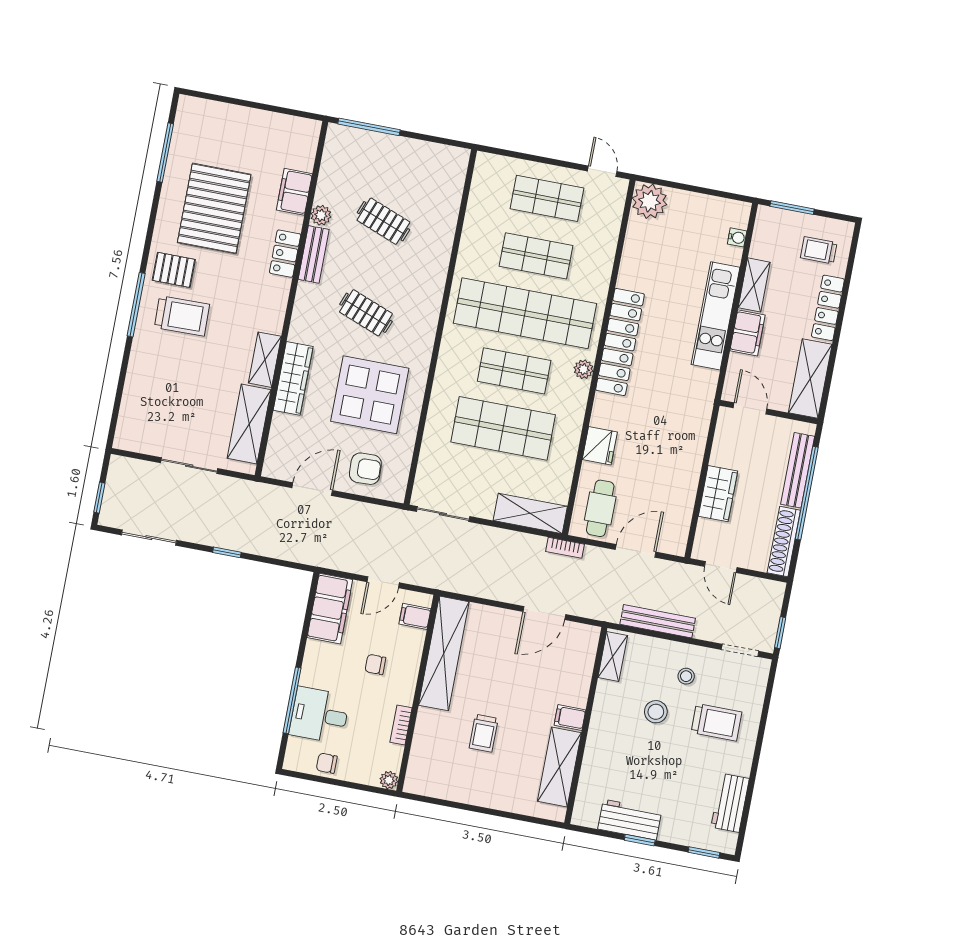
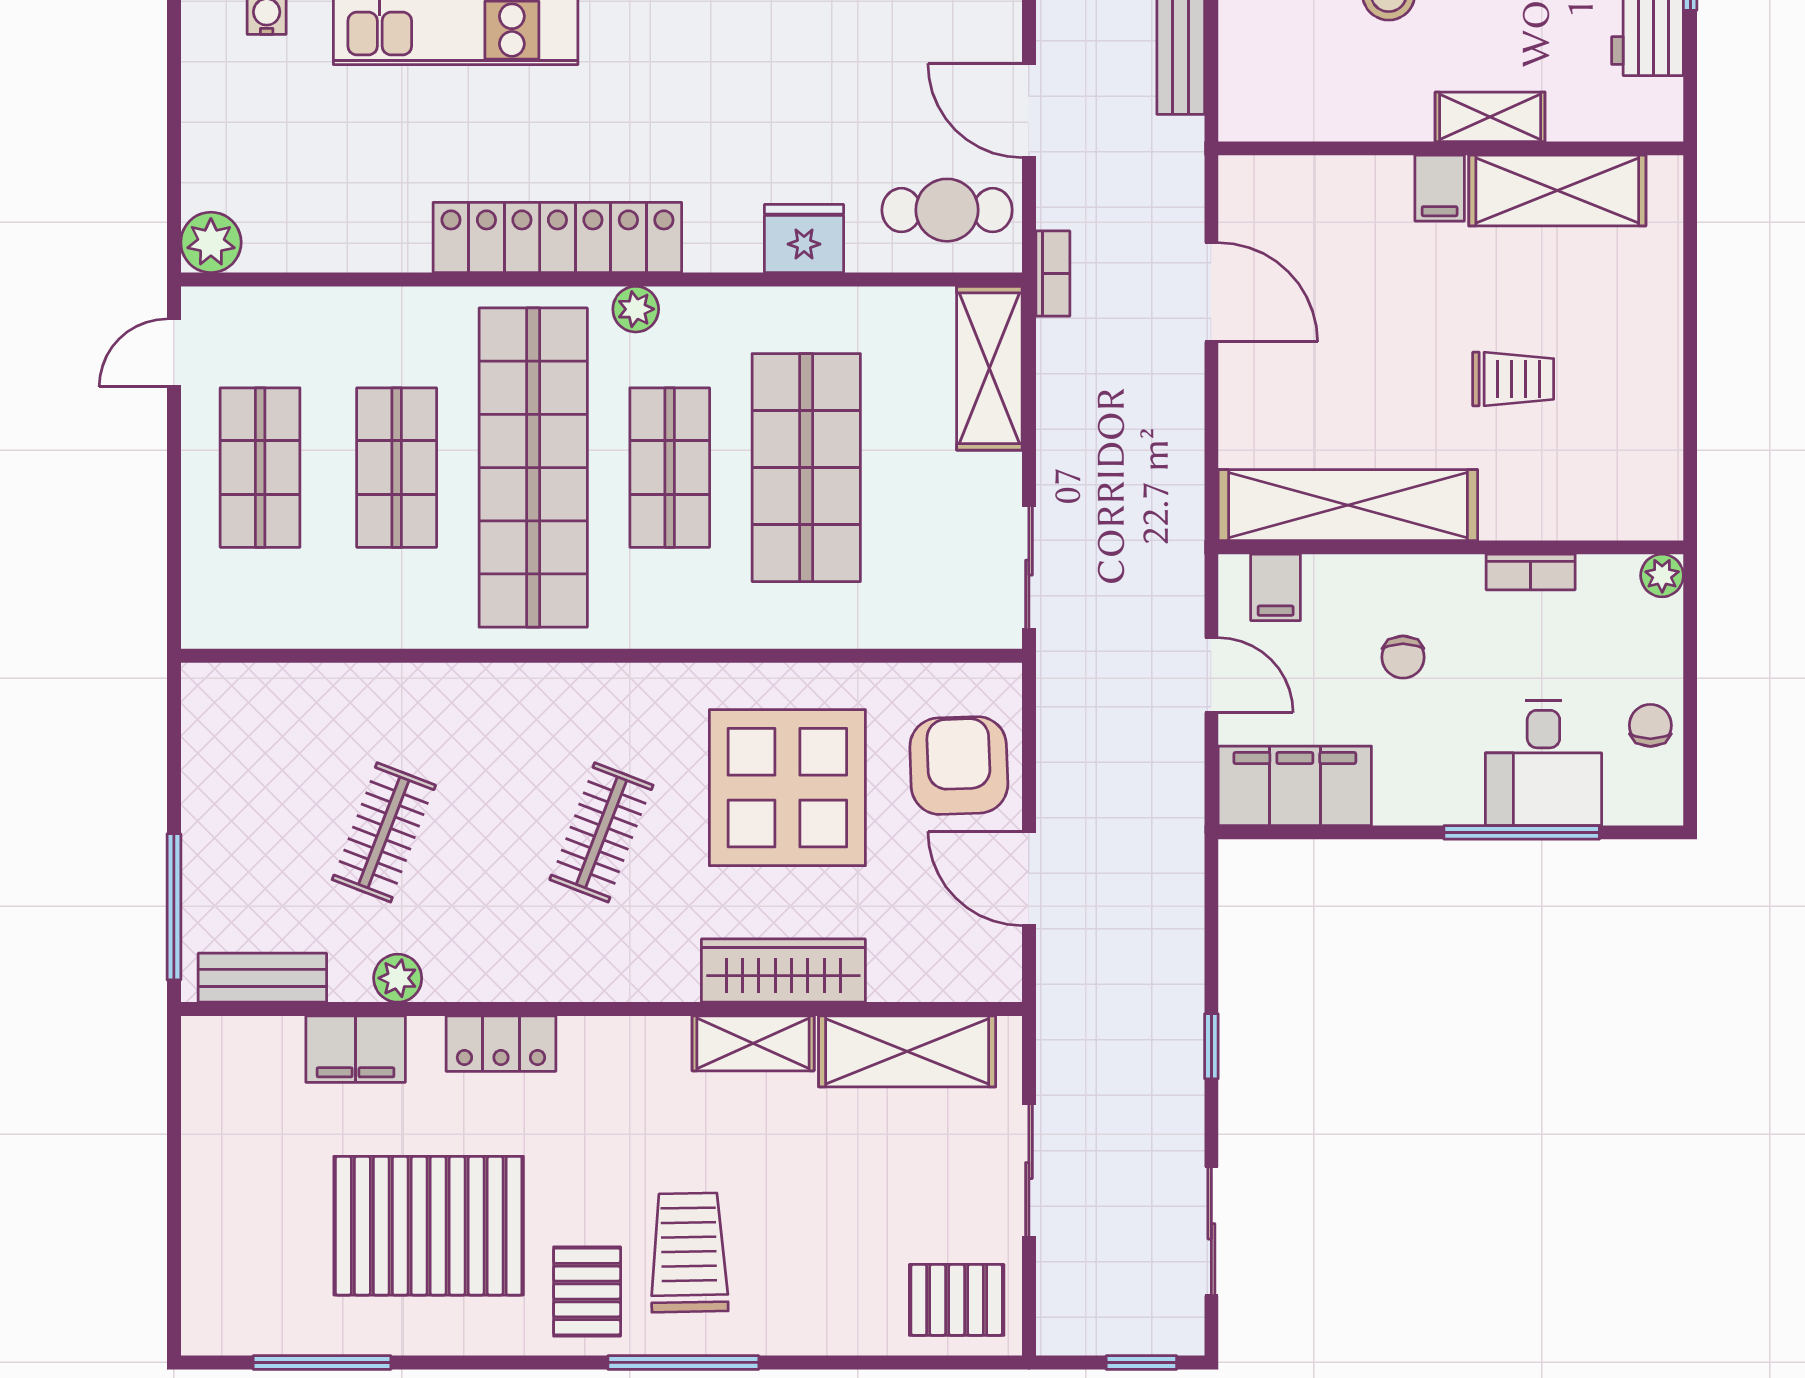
plant: (649, 201) -> (211, 242), width x0.73, depth x0.73
bench: (314, 254) -> (262, 978), moved
pallet: (141, 425) -> (957, 1300), added
armchair: (365, 469) -> (959, 766), width x1.38, depth x1.38
shelving: (613, 656) -> (1490, 117), moved
chair: (327, 763) -> (1650, 725), turned 180

